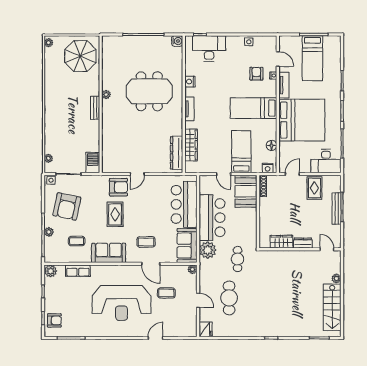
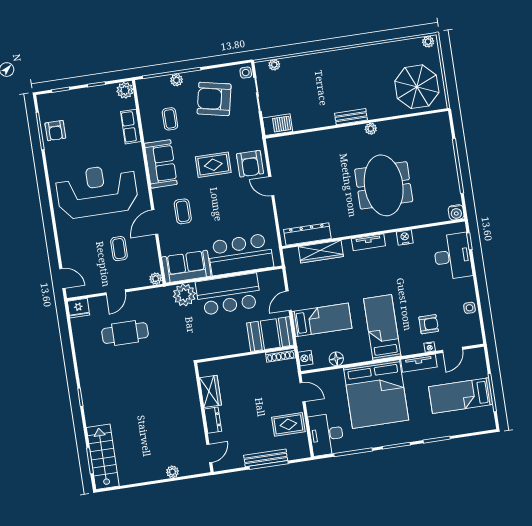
cafe table: (238, 259) -> (178, 336), removed
reception desk: (122, 303) -> (97, 191), turned 90
stairs: (332, 307) -> (103, 457), moved, turned 90
armchair: (54, 320) -> (55, 131), moved
door: (155, 338) -> (62, 278), moved

